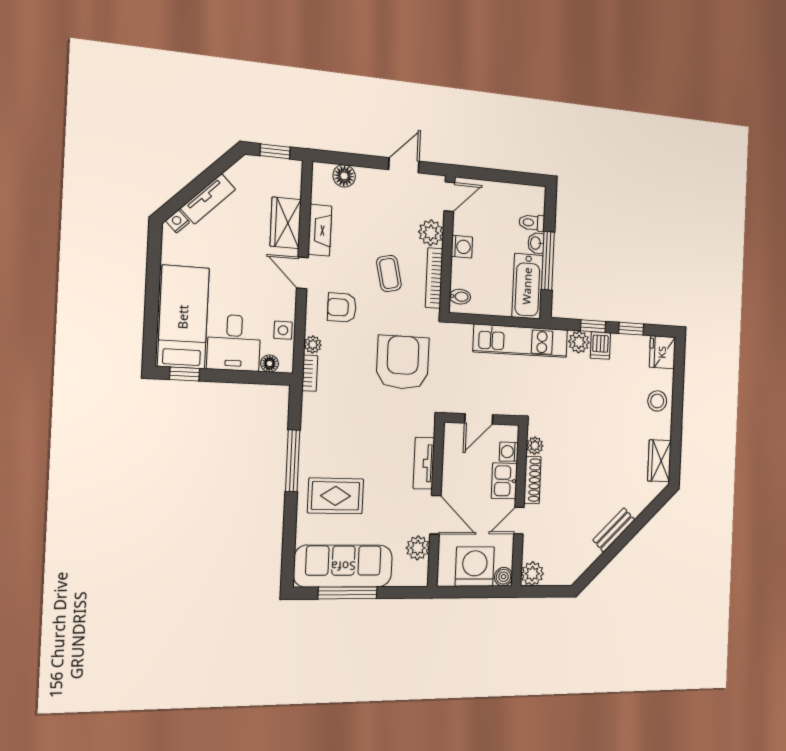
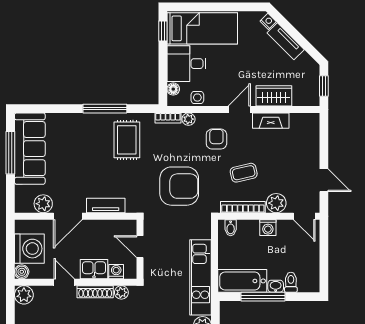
floor lamp: (344, 176) -> (311, 136), removed
rug: (336, 496) -> (127, 140), moved

